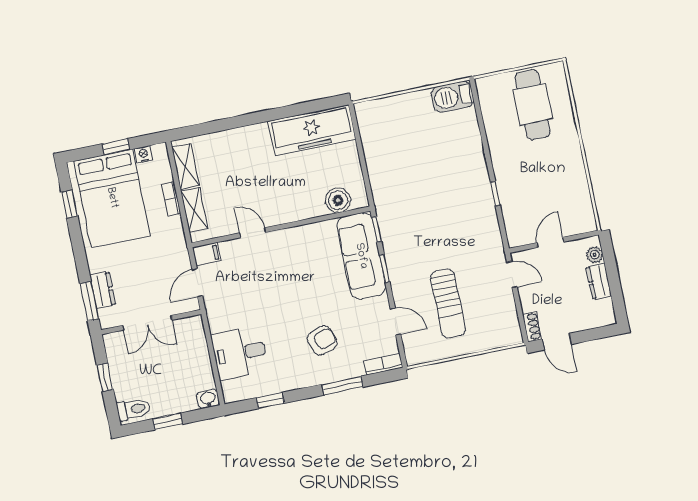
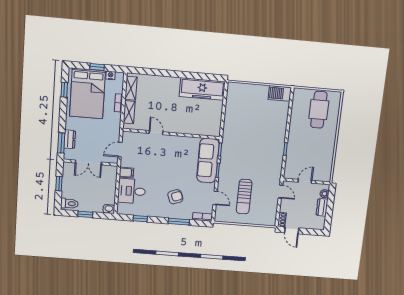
boiler: (338, 200) -> (205, 129), removed
filing cabinet: (207, 254) -> (126, 173), moved

